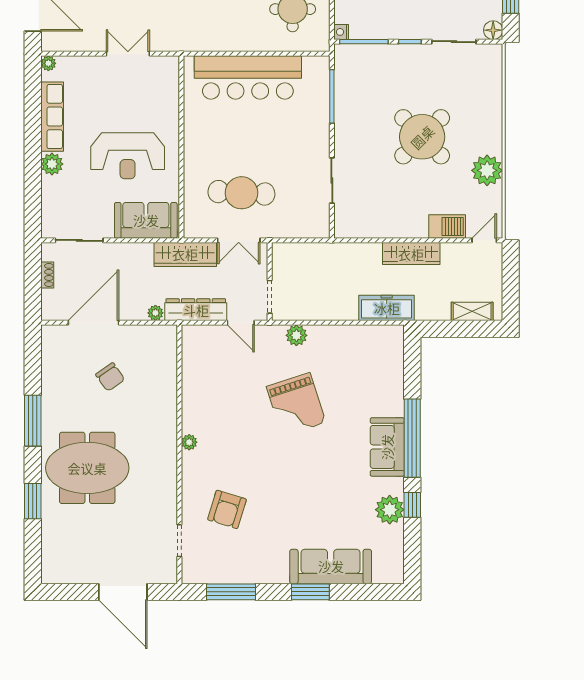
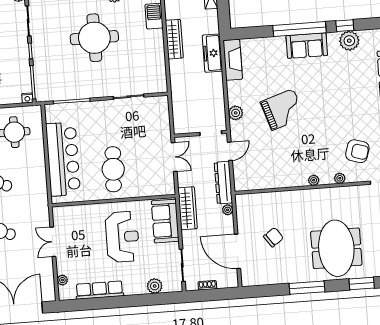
plant: (48, 63) -> (62, 280), moved
round table: (422, 137) -> (94, 38), turned 45
plant: (52, 164) -> (155, 286), moved
cafe table: (241, 193) -> (113, 169), moved
wardrobe: (185, 254) -> (188, 208), moved
fireplace: (375, 337) -> (233, 60), added
plant: (189, 481) -> (340, 178), added

